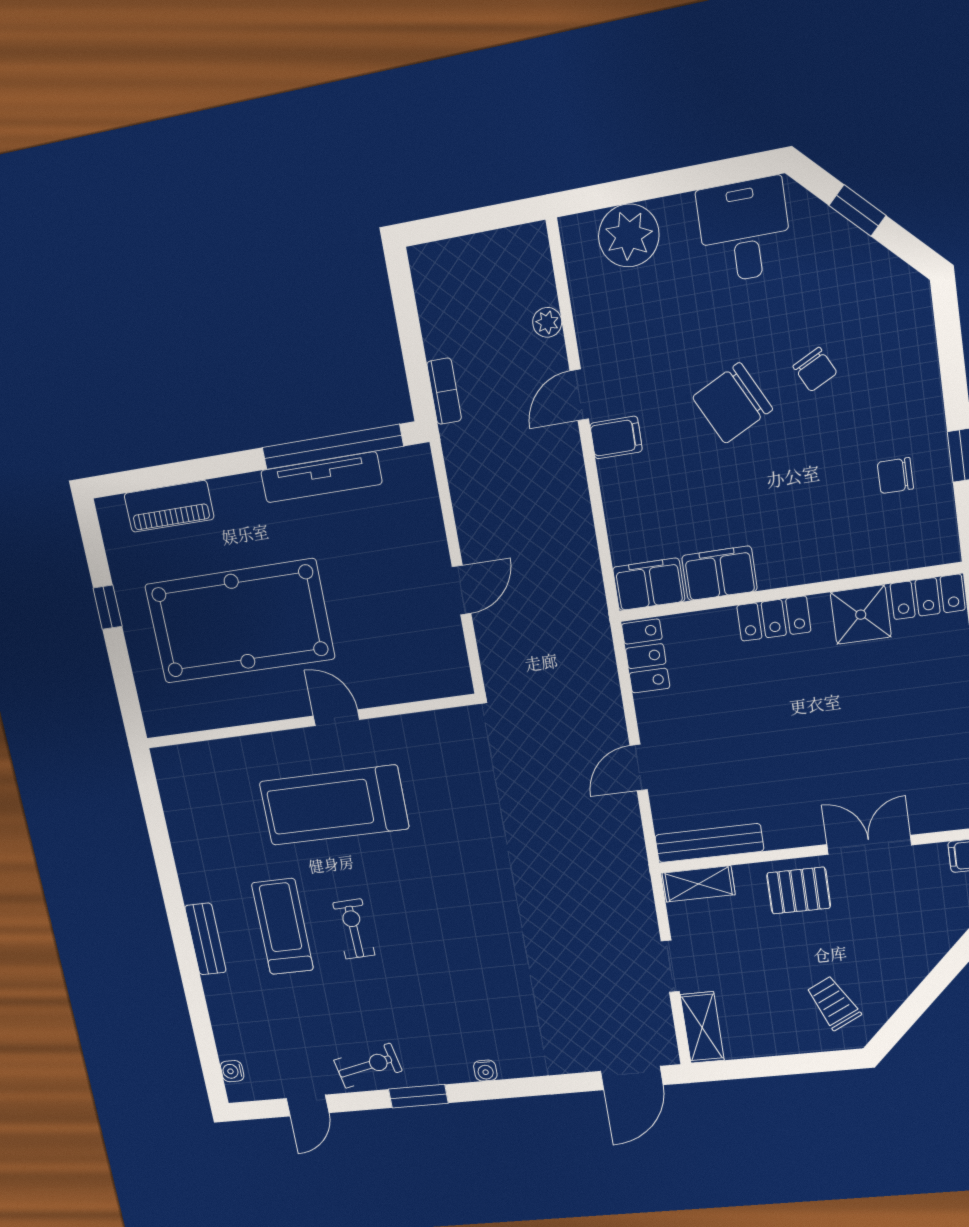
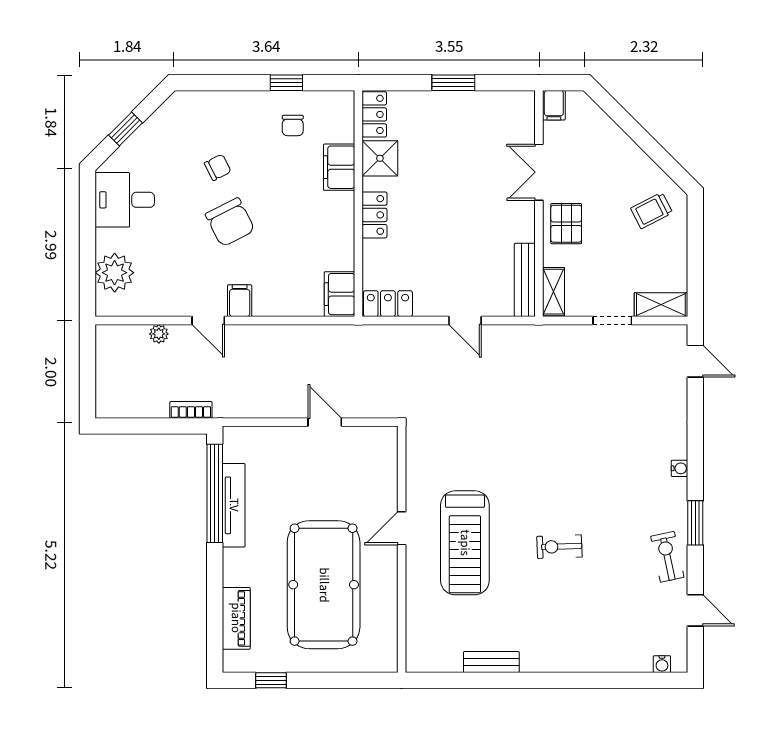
filing cabinet: (719, 573) -> (339, 167), moved
window: (108, 607) -> (271, 680), moved
treadmill: (283, 927) -> (552, 600), removed
bench: (205, 939) -> (491, 662), moved
door: (632, 1078) -> (695, 361), width x0.73

